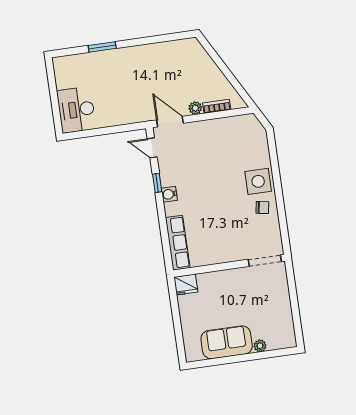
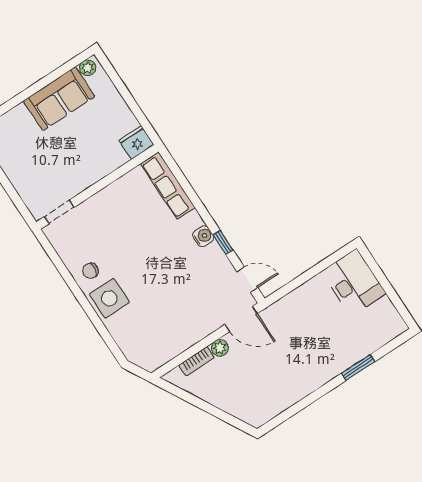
doorway: (265, 261) -> (59, 212), width x0.73
plant: (260, 346) -> (88, 68), moved

